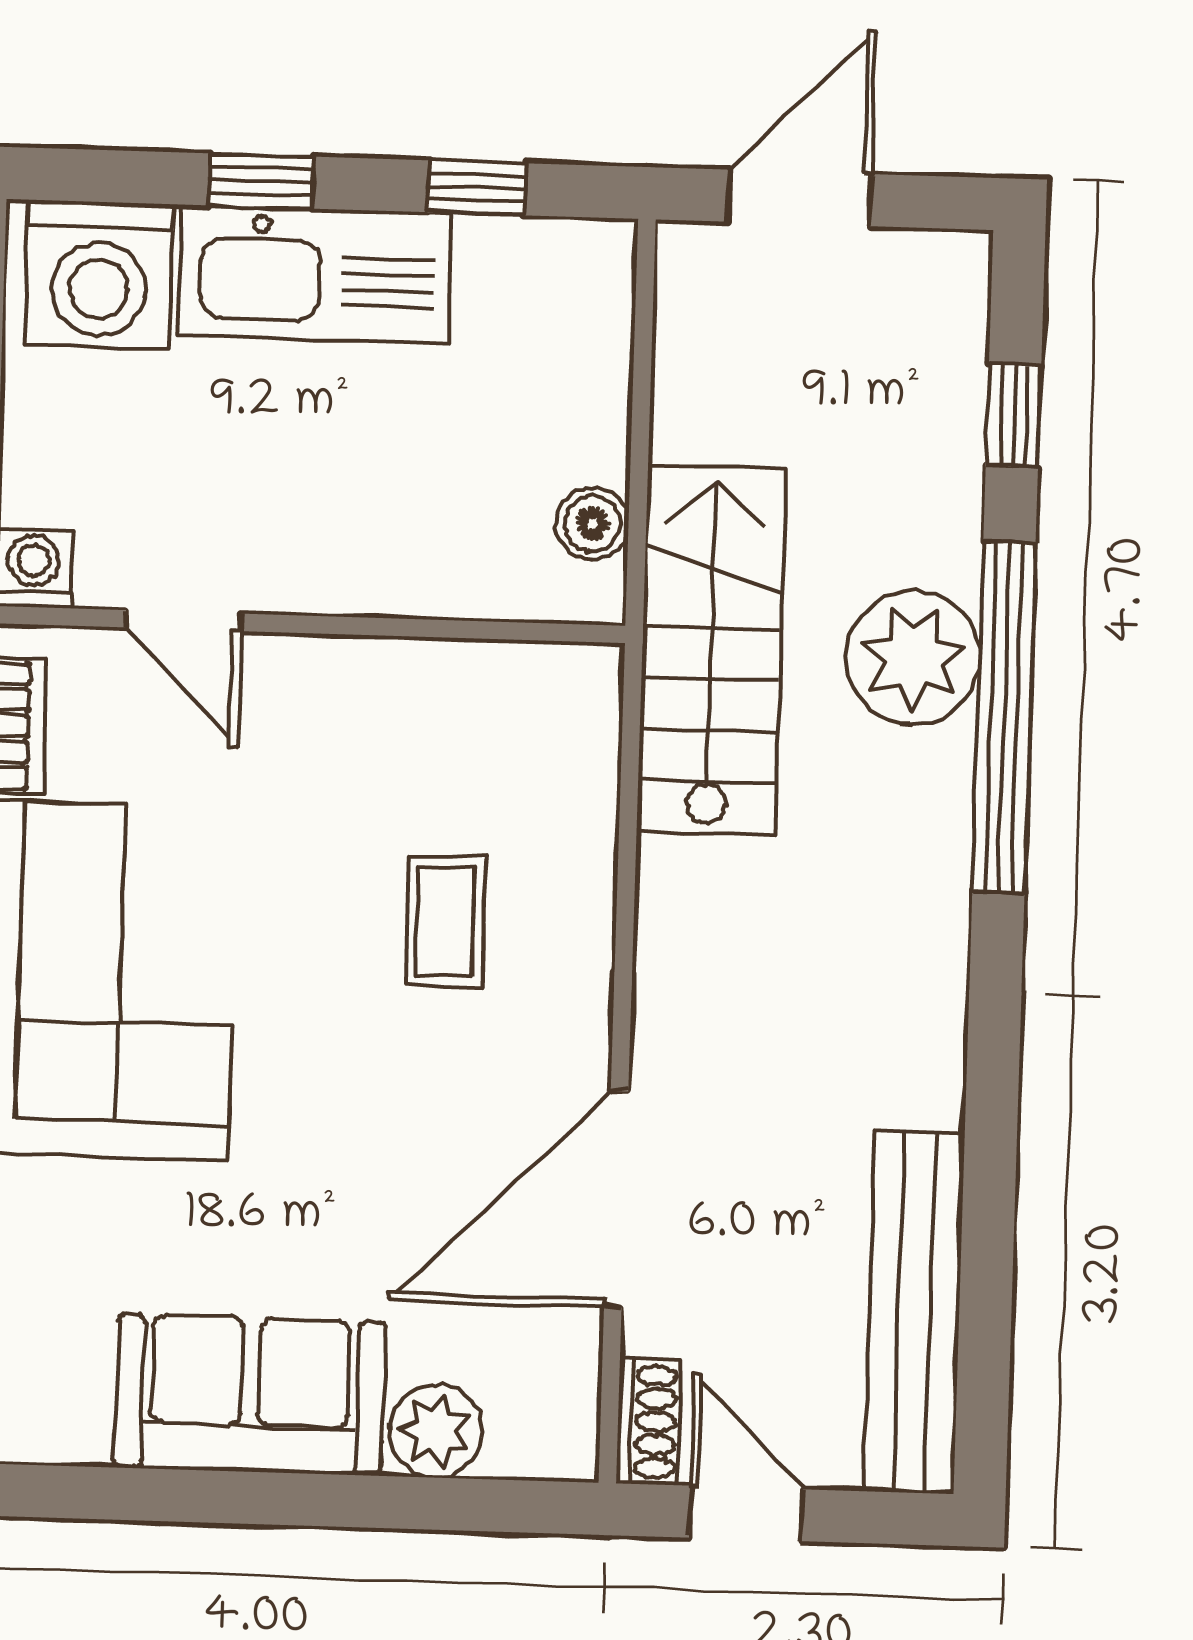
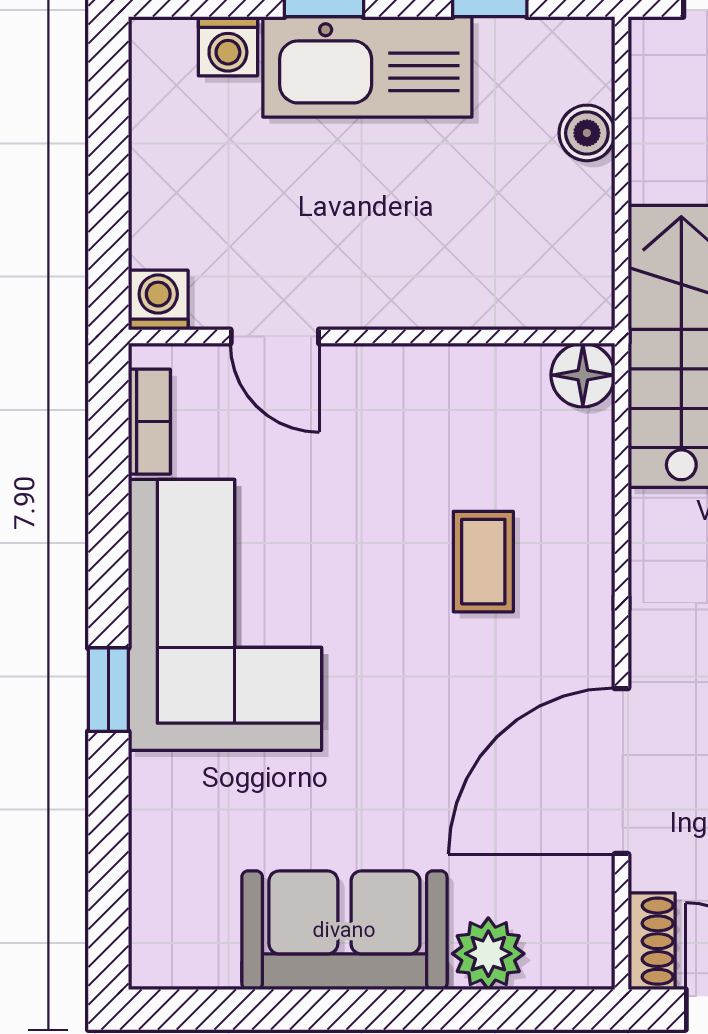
washing machine: (99, 275) -> (228, 46), width x0.53, depth x0.53
boiler: (593, 524) -> (587, 133), moved
floor lamp: (582, 683) -> (583, 375), added

